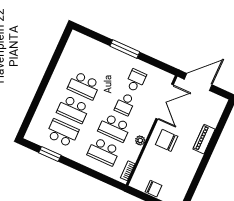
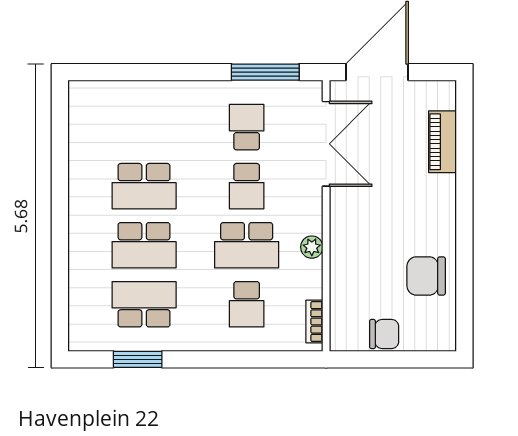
window: (125, 49) -> (265, 72), moved
piano: (204, 139) -> (443, 142), moved
chair: (167, 140) -> (426, 276), moved
school desk: (104, 152) -> (247, 304), width x0.54

